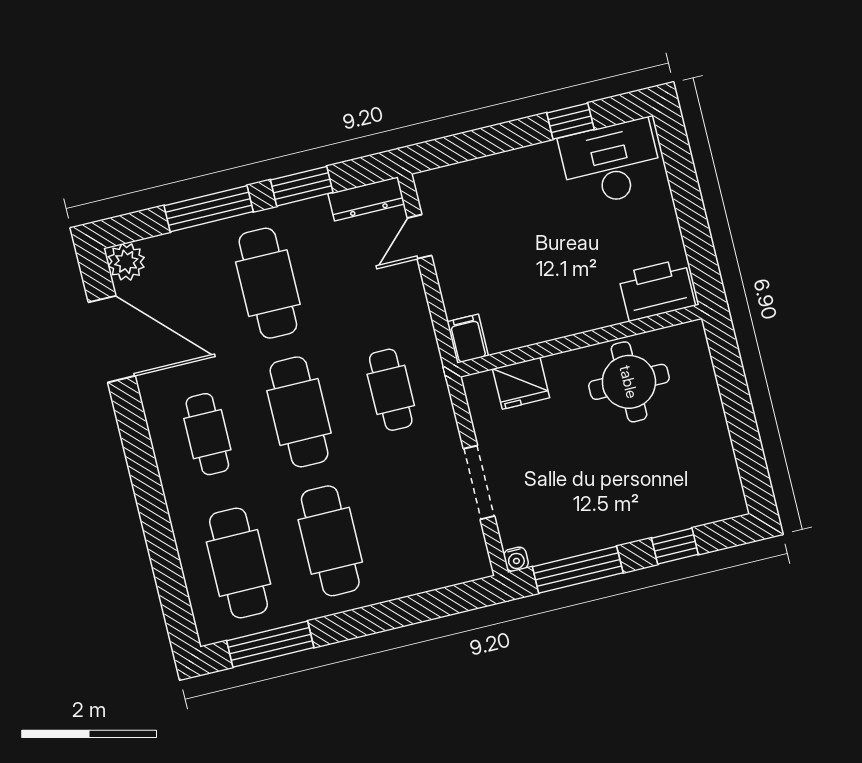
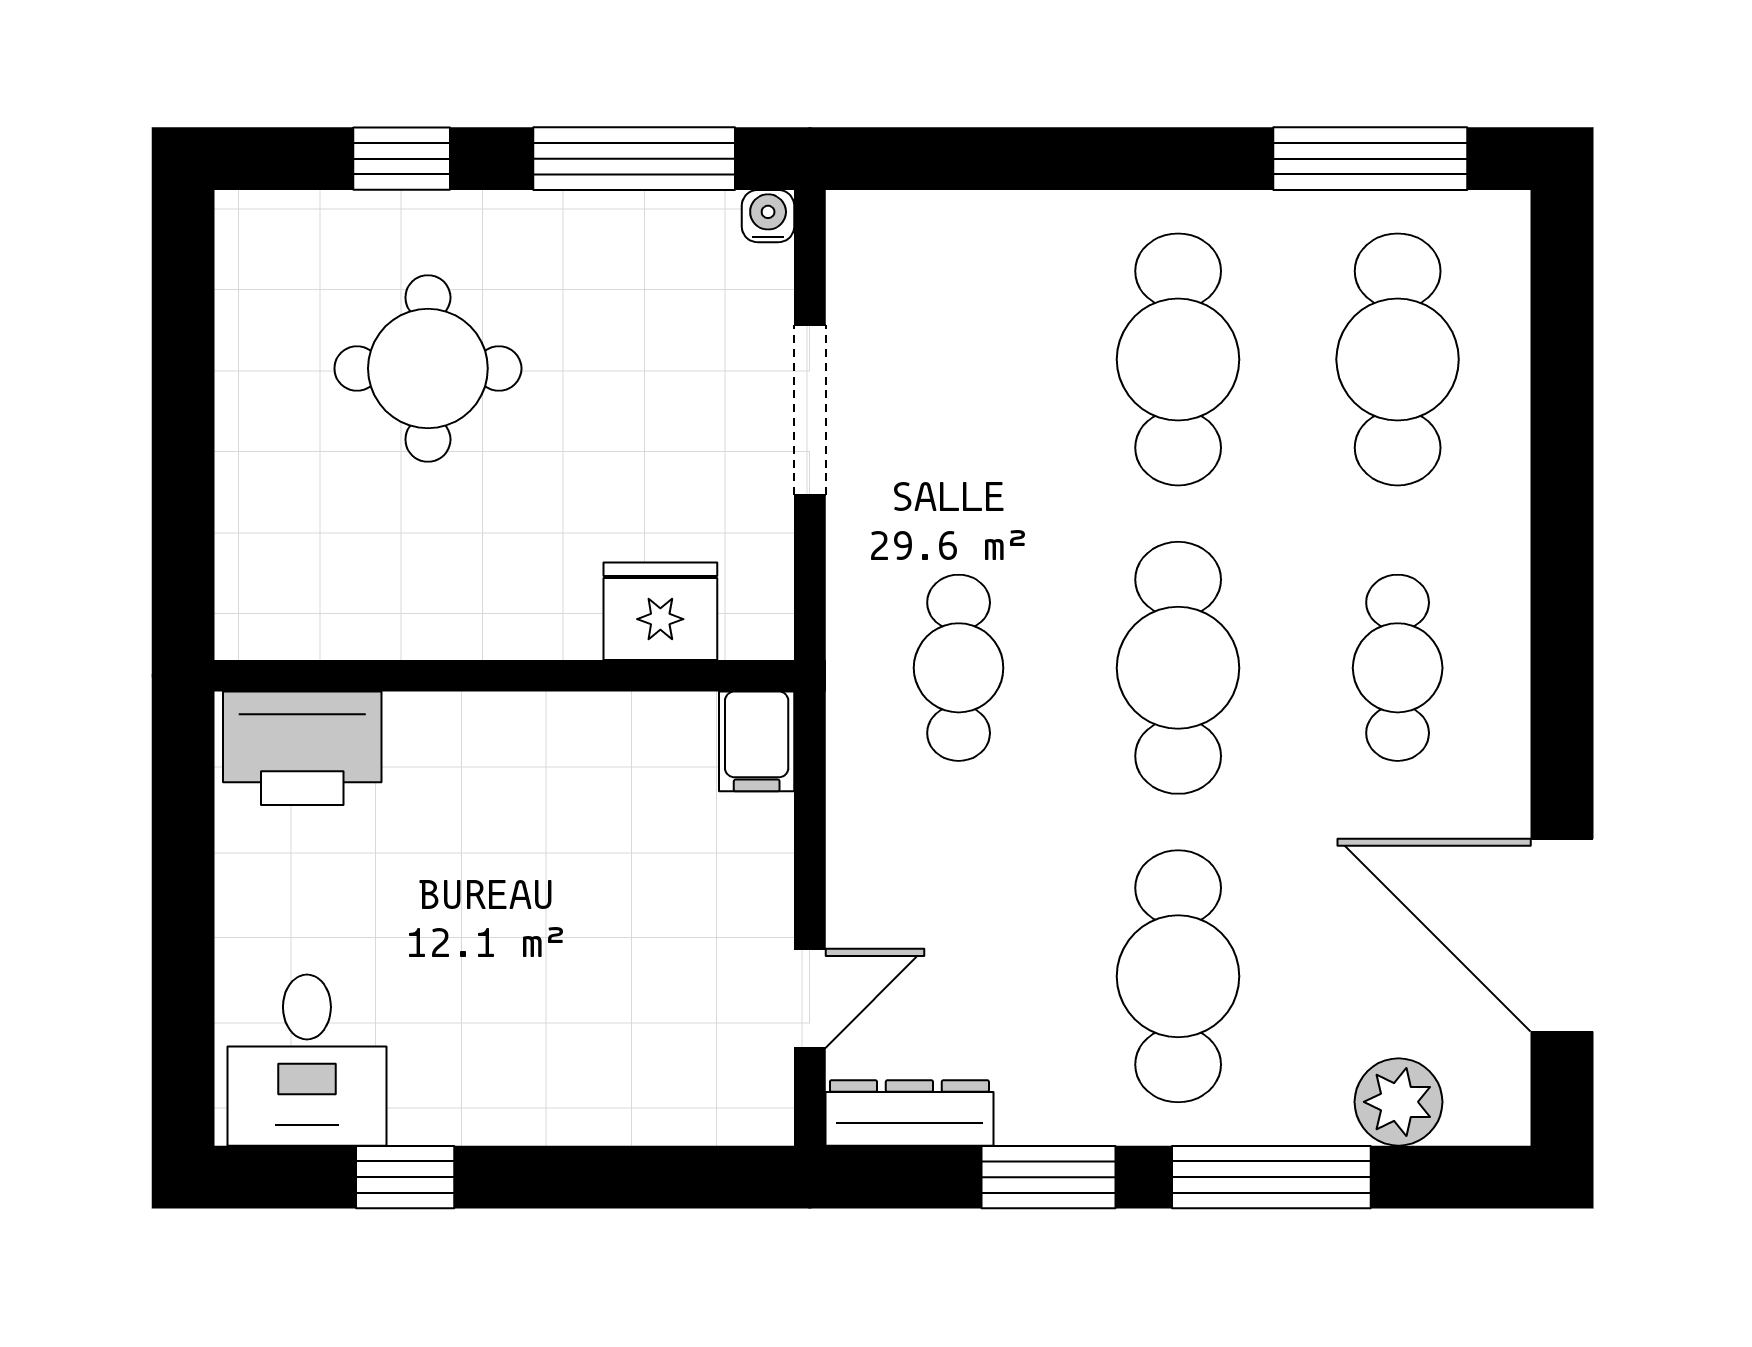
desk: (611, 163) -> (307, 1060), width x0.73
plant: (126, 262) -> (1399, 1102), moved
round table: (629, 382) -> (428, 368), moved

